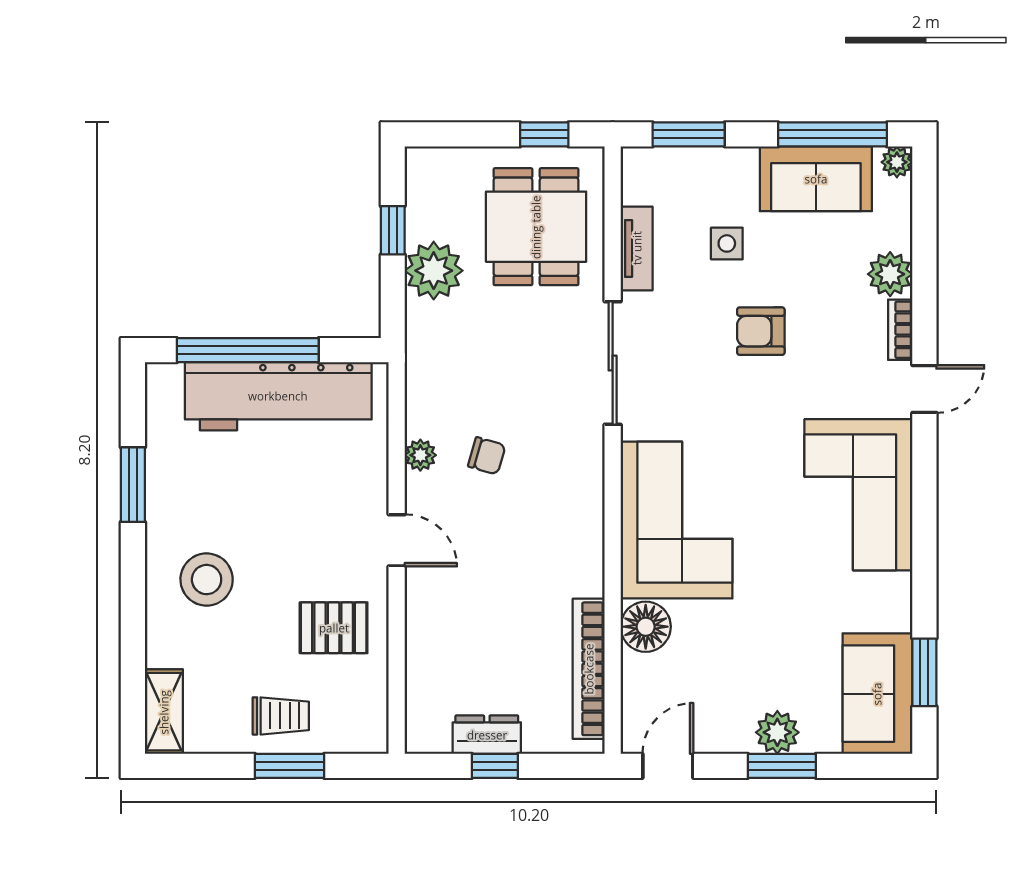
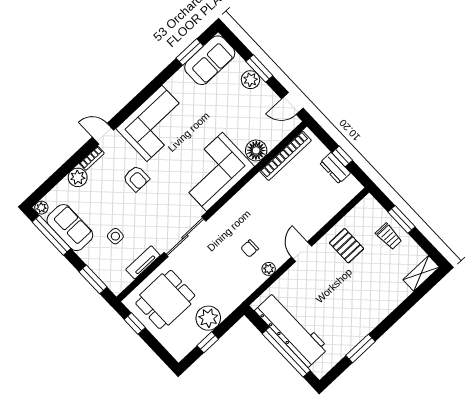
armchair: (761, 331) -> (136, 178), moved
chair: (487, 456) -> (250, 248), turned -106
stool: (207, 580) -> (368, 299), removed
trolley: (281, 716) -> (389, 236), turned 180

